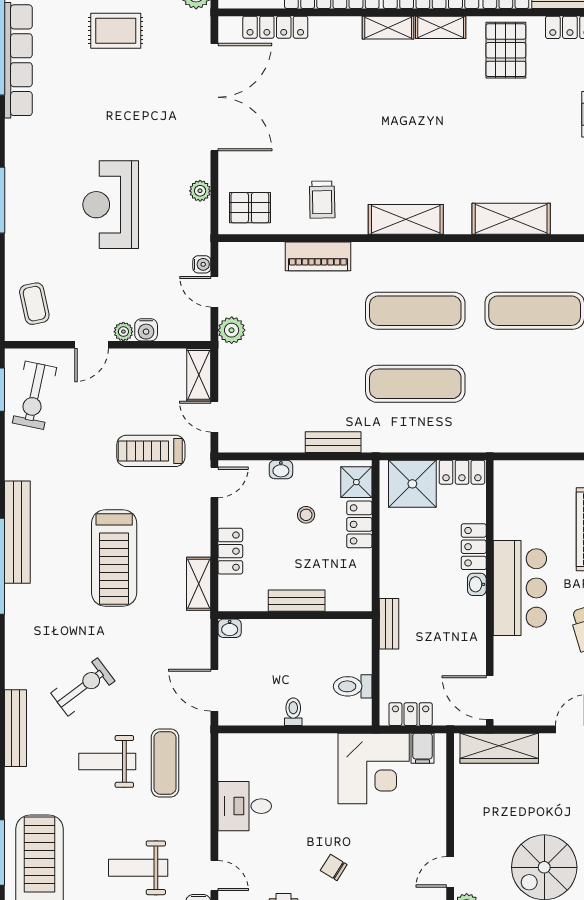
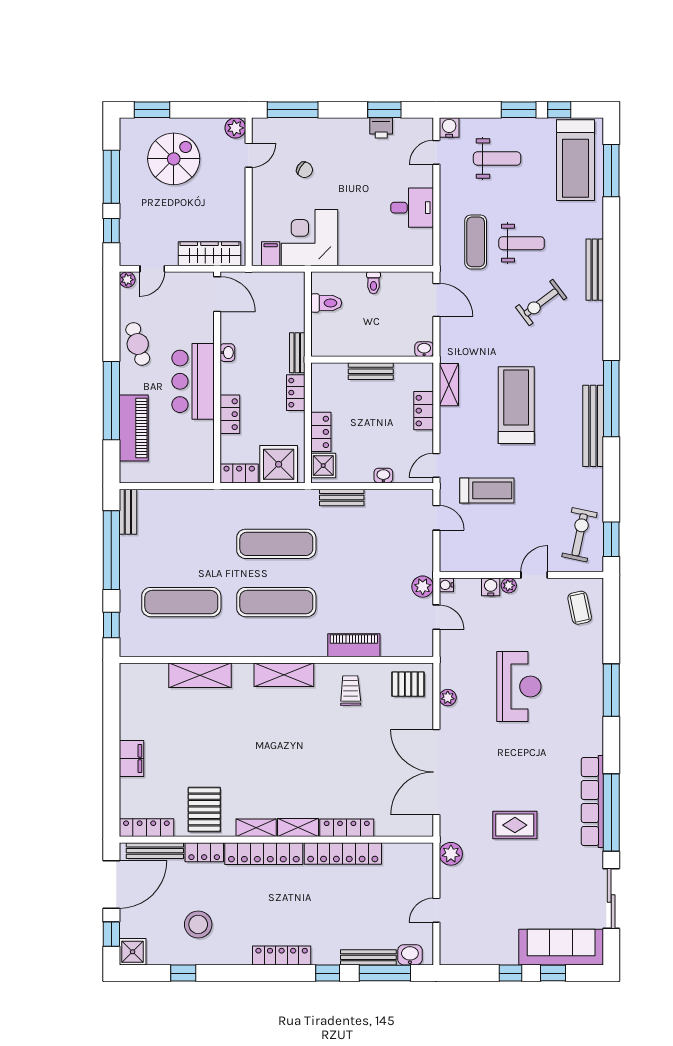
locker: (275, 27) -> (347, 828), moved
water cooler: (202, 264) -> (446, 585), moved
shelving: (199, 375) -> (449, 551), removed
stool: (306, 515) -> (363, 440), removed
washbasin: (477, 584) -> (227, 353), moved
locker: (411, 714) -> (296, 393), moved, turned 90
chair: (334, 867) -> (305, 170), moved
door: (214, 876) -> (436, 152), hinge flipped

